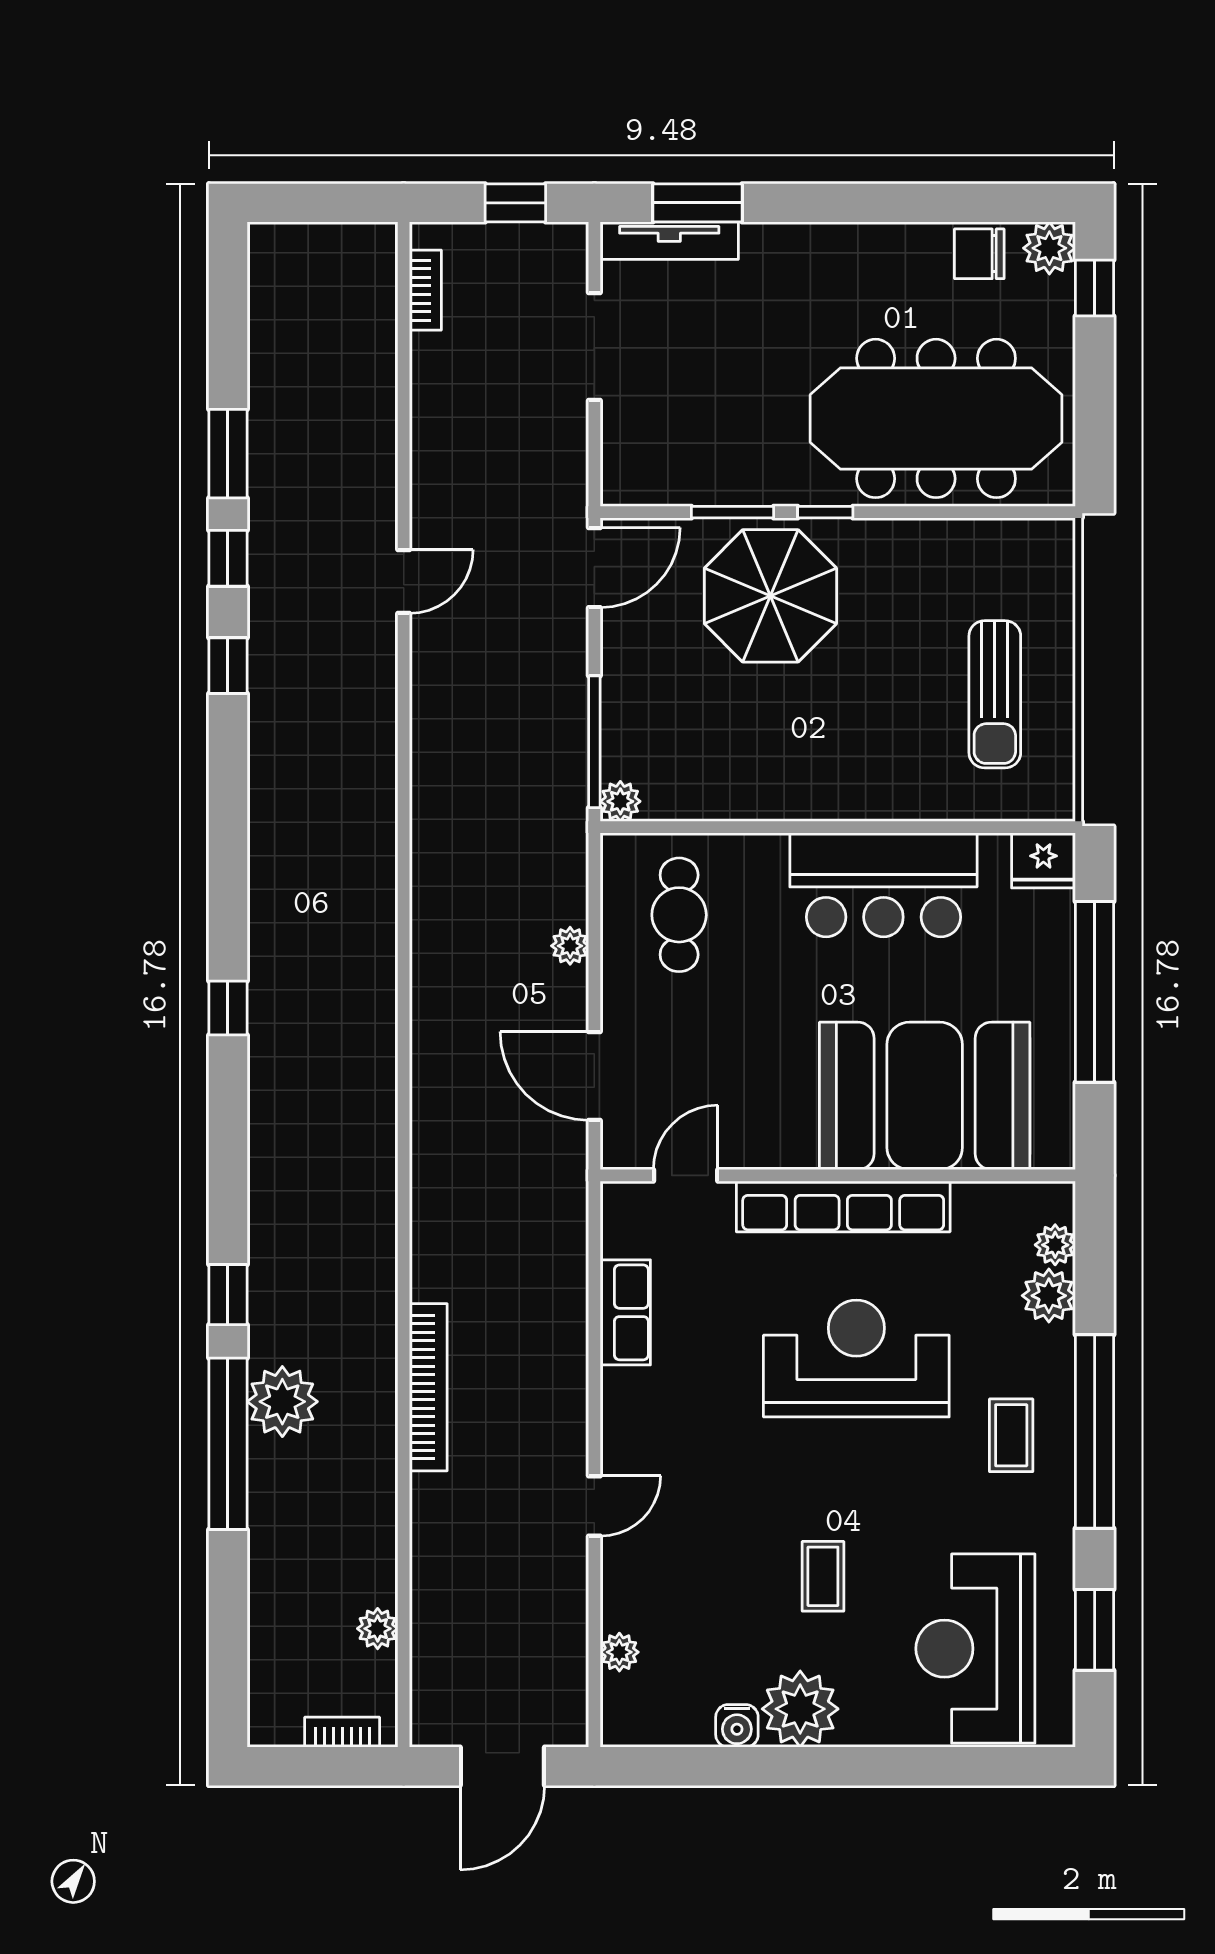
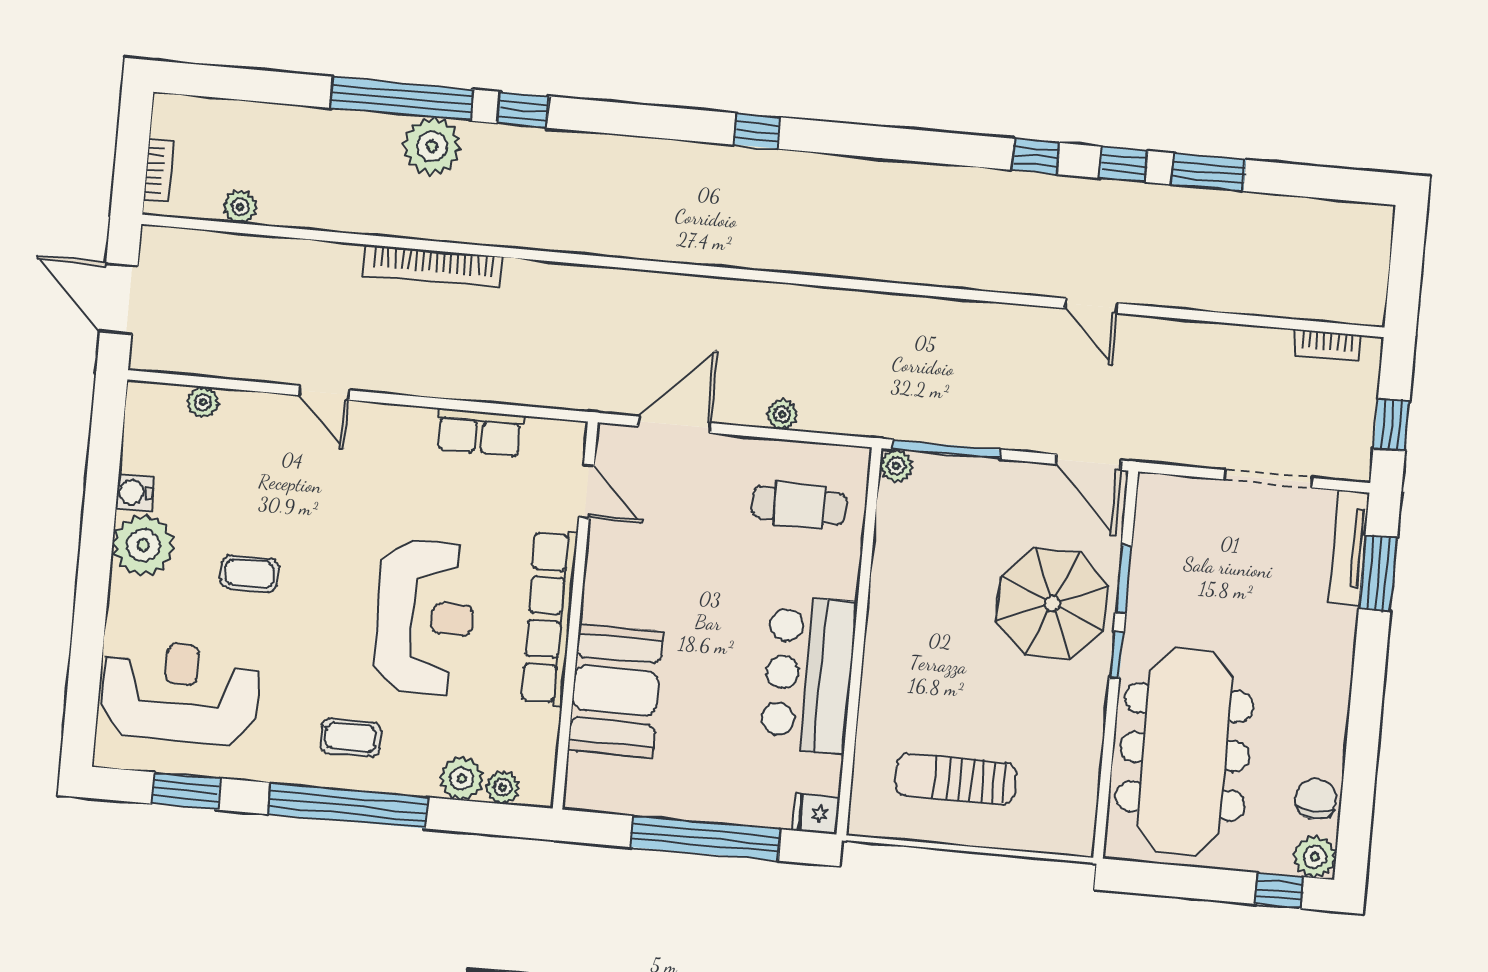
fridge: (1043, 860) -> (816, 814), width x0.72
booth: (925, 1096) -> (616, 691), width x0.73, depth x0.70

